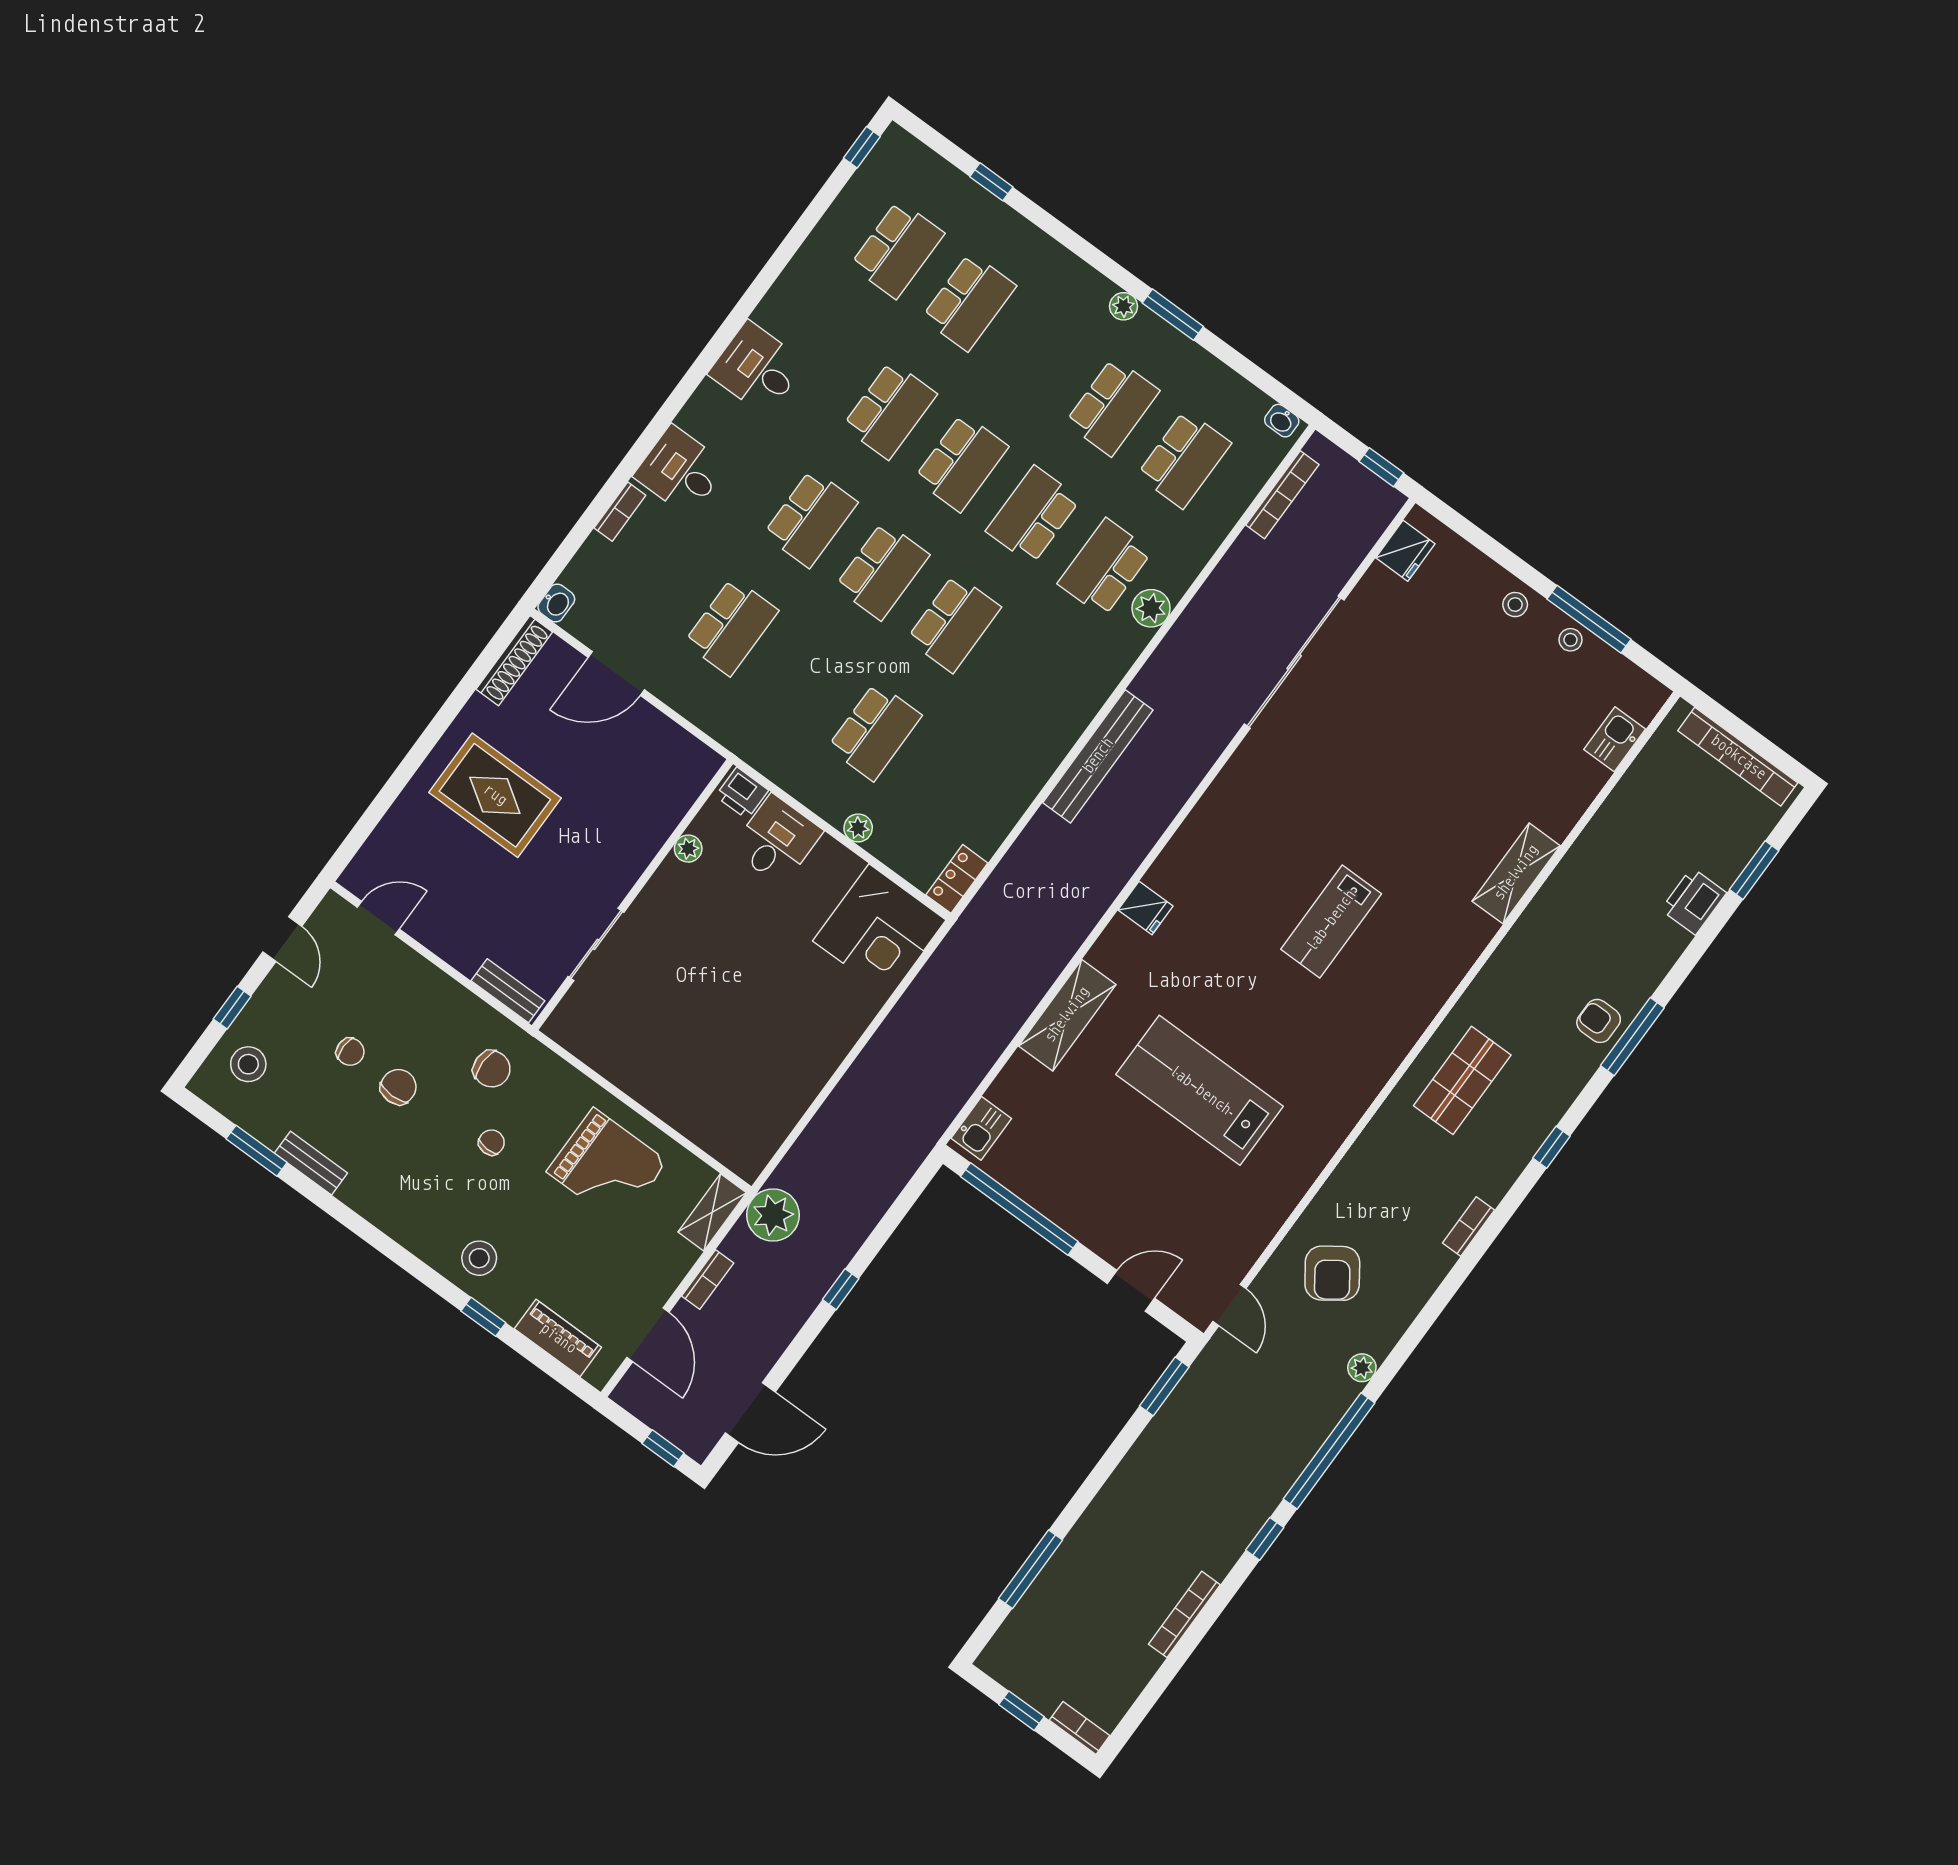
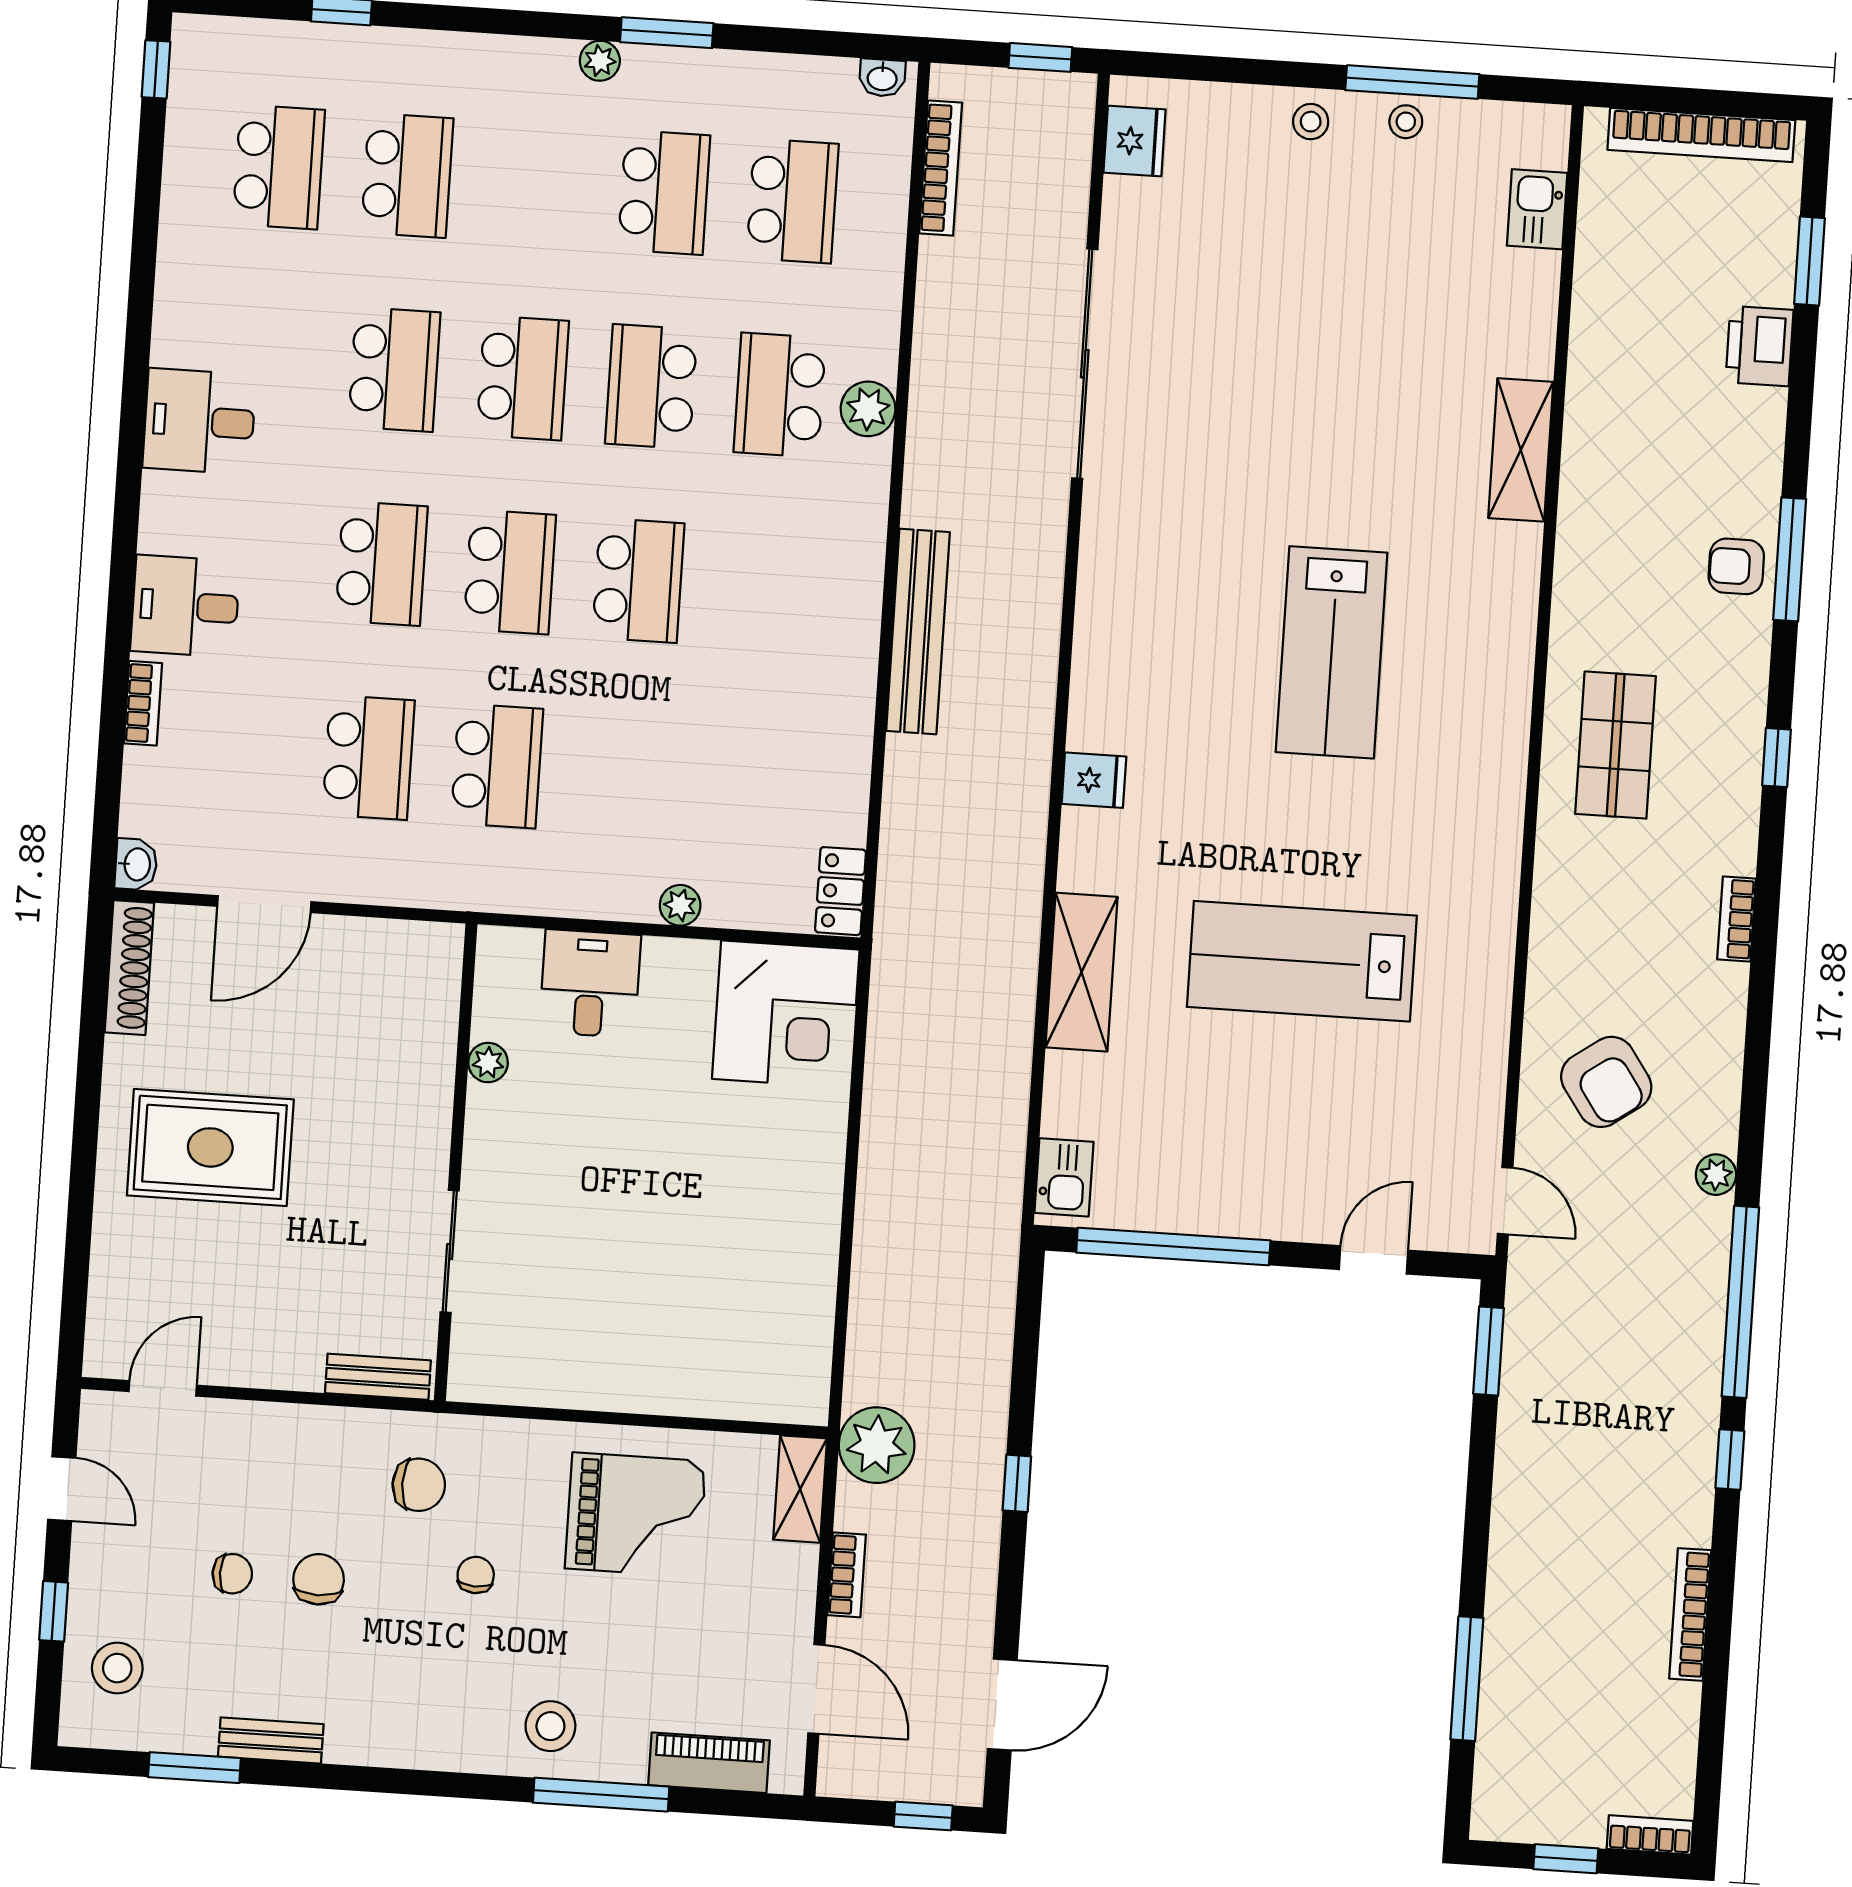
school desk: (875, 732) -> (497, 766), moved
printer: (742, 793) -> (511, 953), removed
lab bench: (1331, 921) -> (1332, 652), width x1.36, depth x1.39
window: (483, 1317) -> (601, 1795), width x2.17

